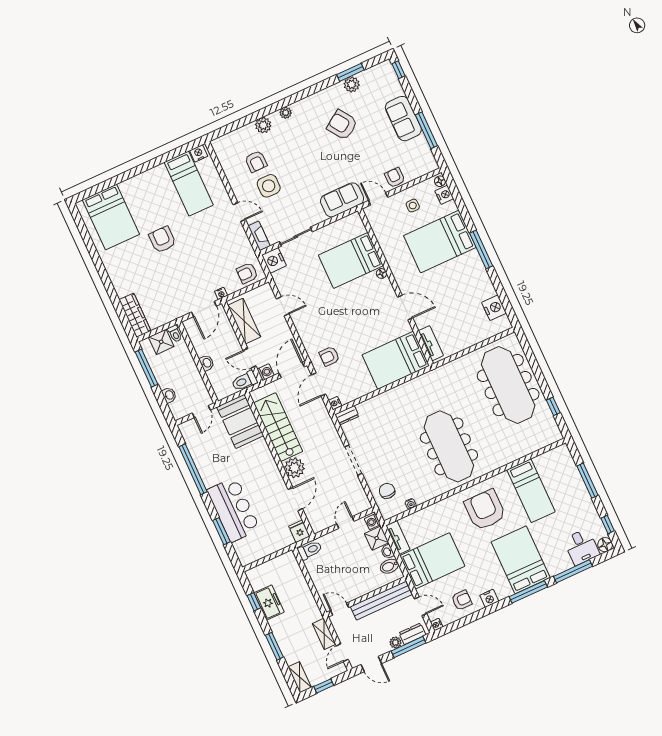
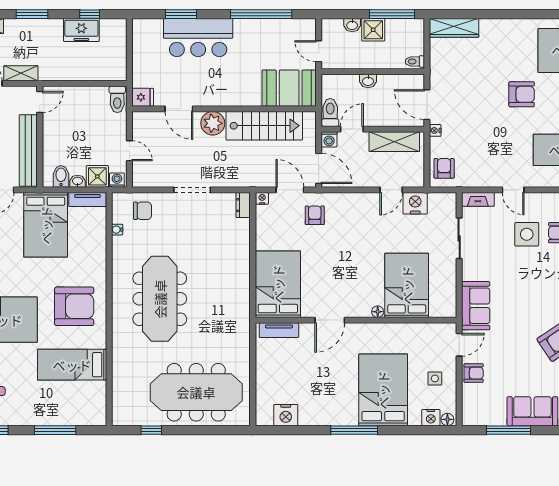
door: (239, 212) -> (513, 190), hinge flipped
nightstand: (274, 260) -> (415, 203), moved
shower: (161, 342) -> (373, 30), moved
meeting table: (449, 446) -> (160, 299), turned 90

